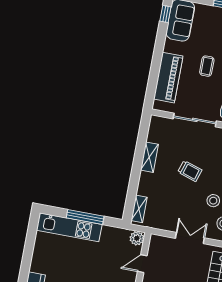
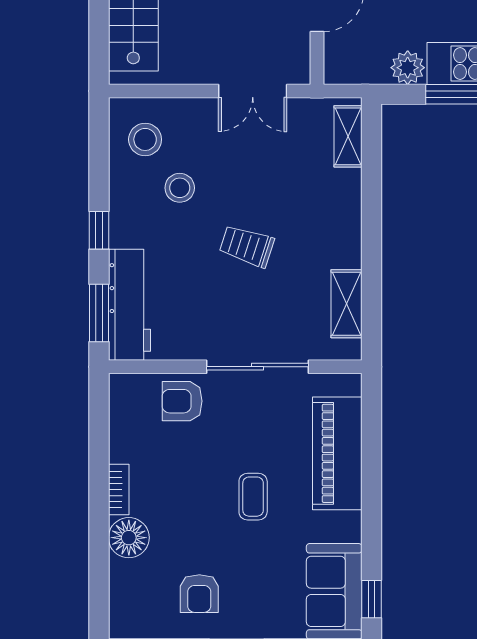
shelving: (149, 157) -> (346, 304), moved
plant: (137, 238) -> (408, 68), moved
double door: (190, 238) -> (253, 91), moved

